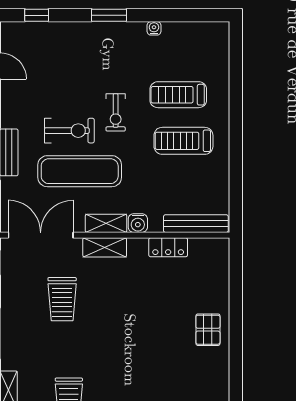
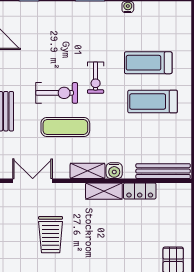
exercise mat: (80, 171) -> (65, 127), width x0.73, depth x0.69
double door: (41, 235) -> (33, 181), width x0.73
shelving: (105, 247) -> (104, 191), moved

